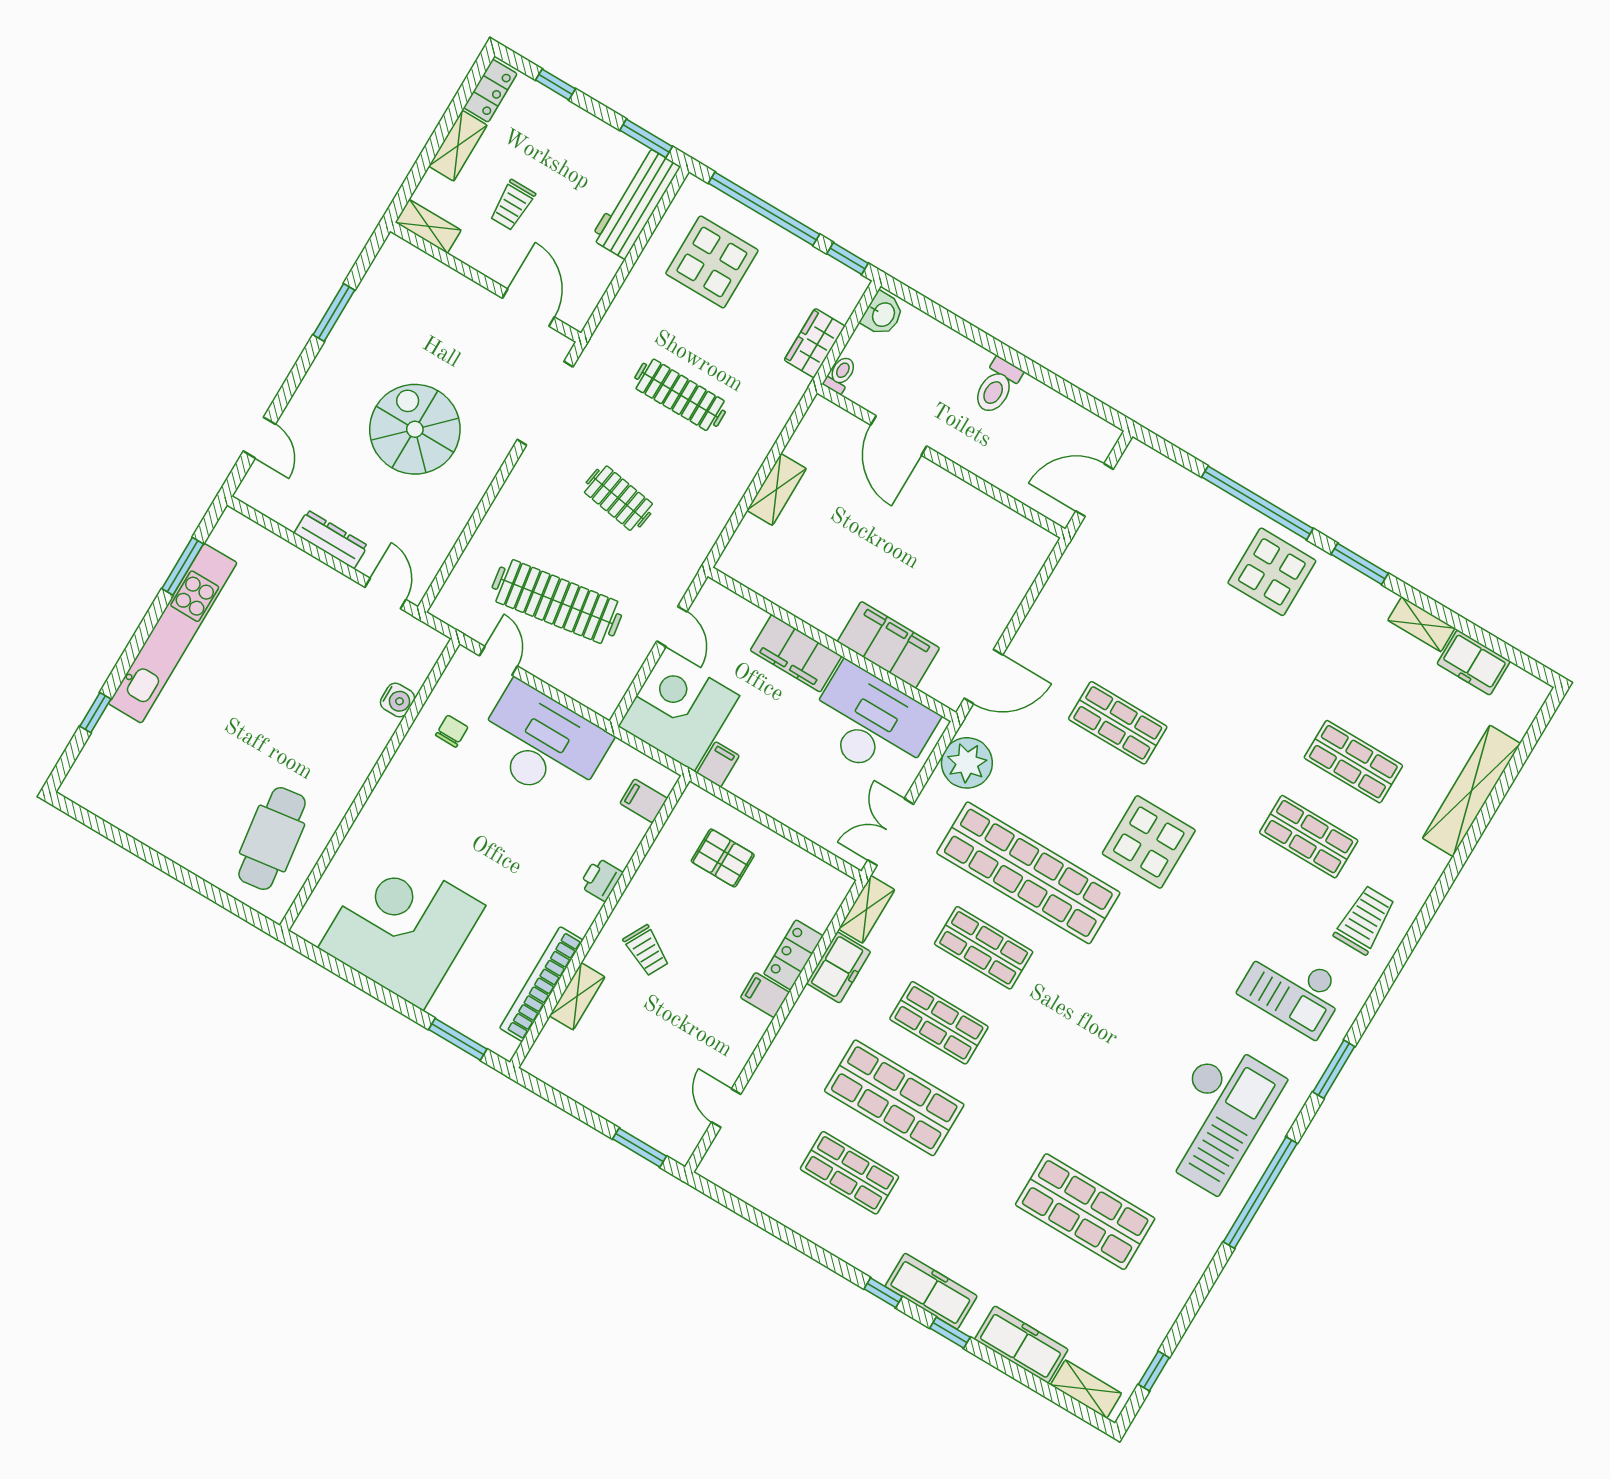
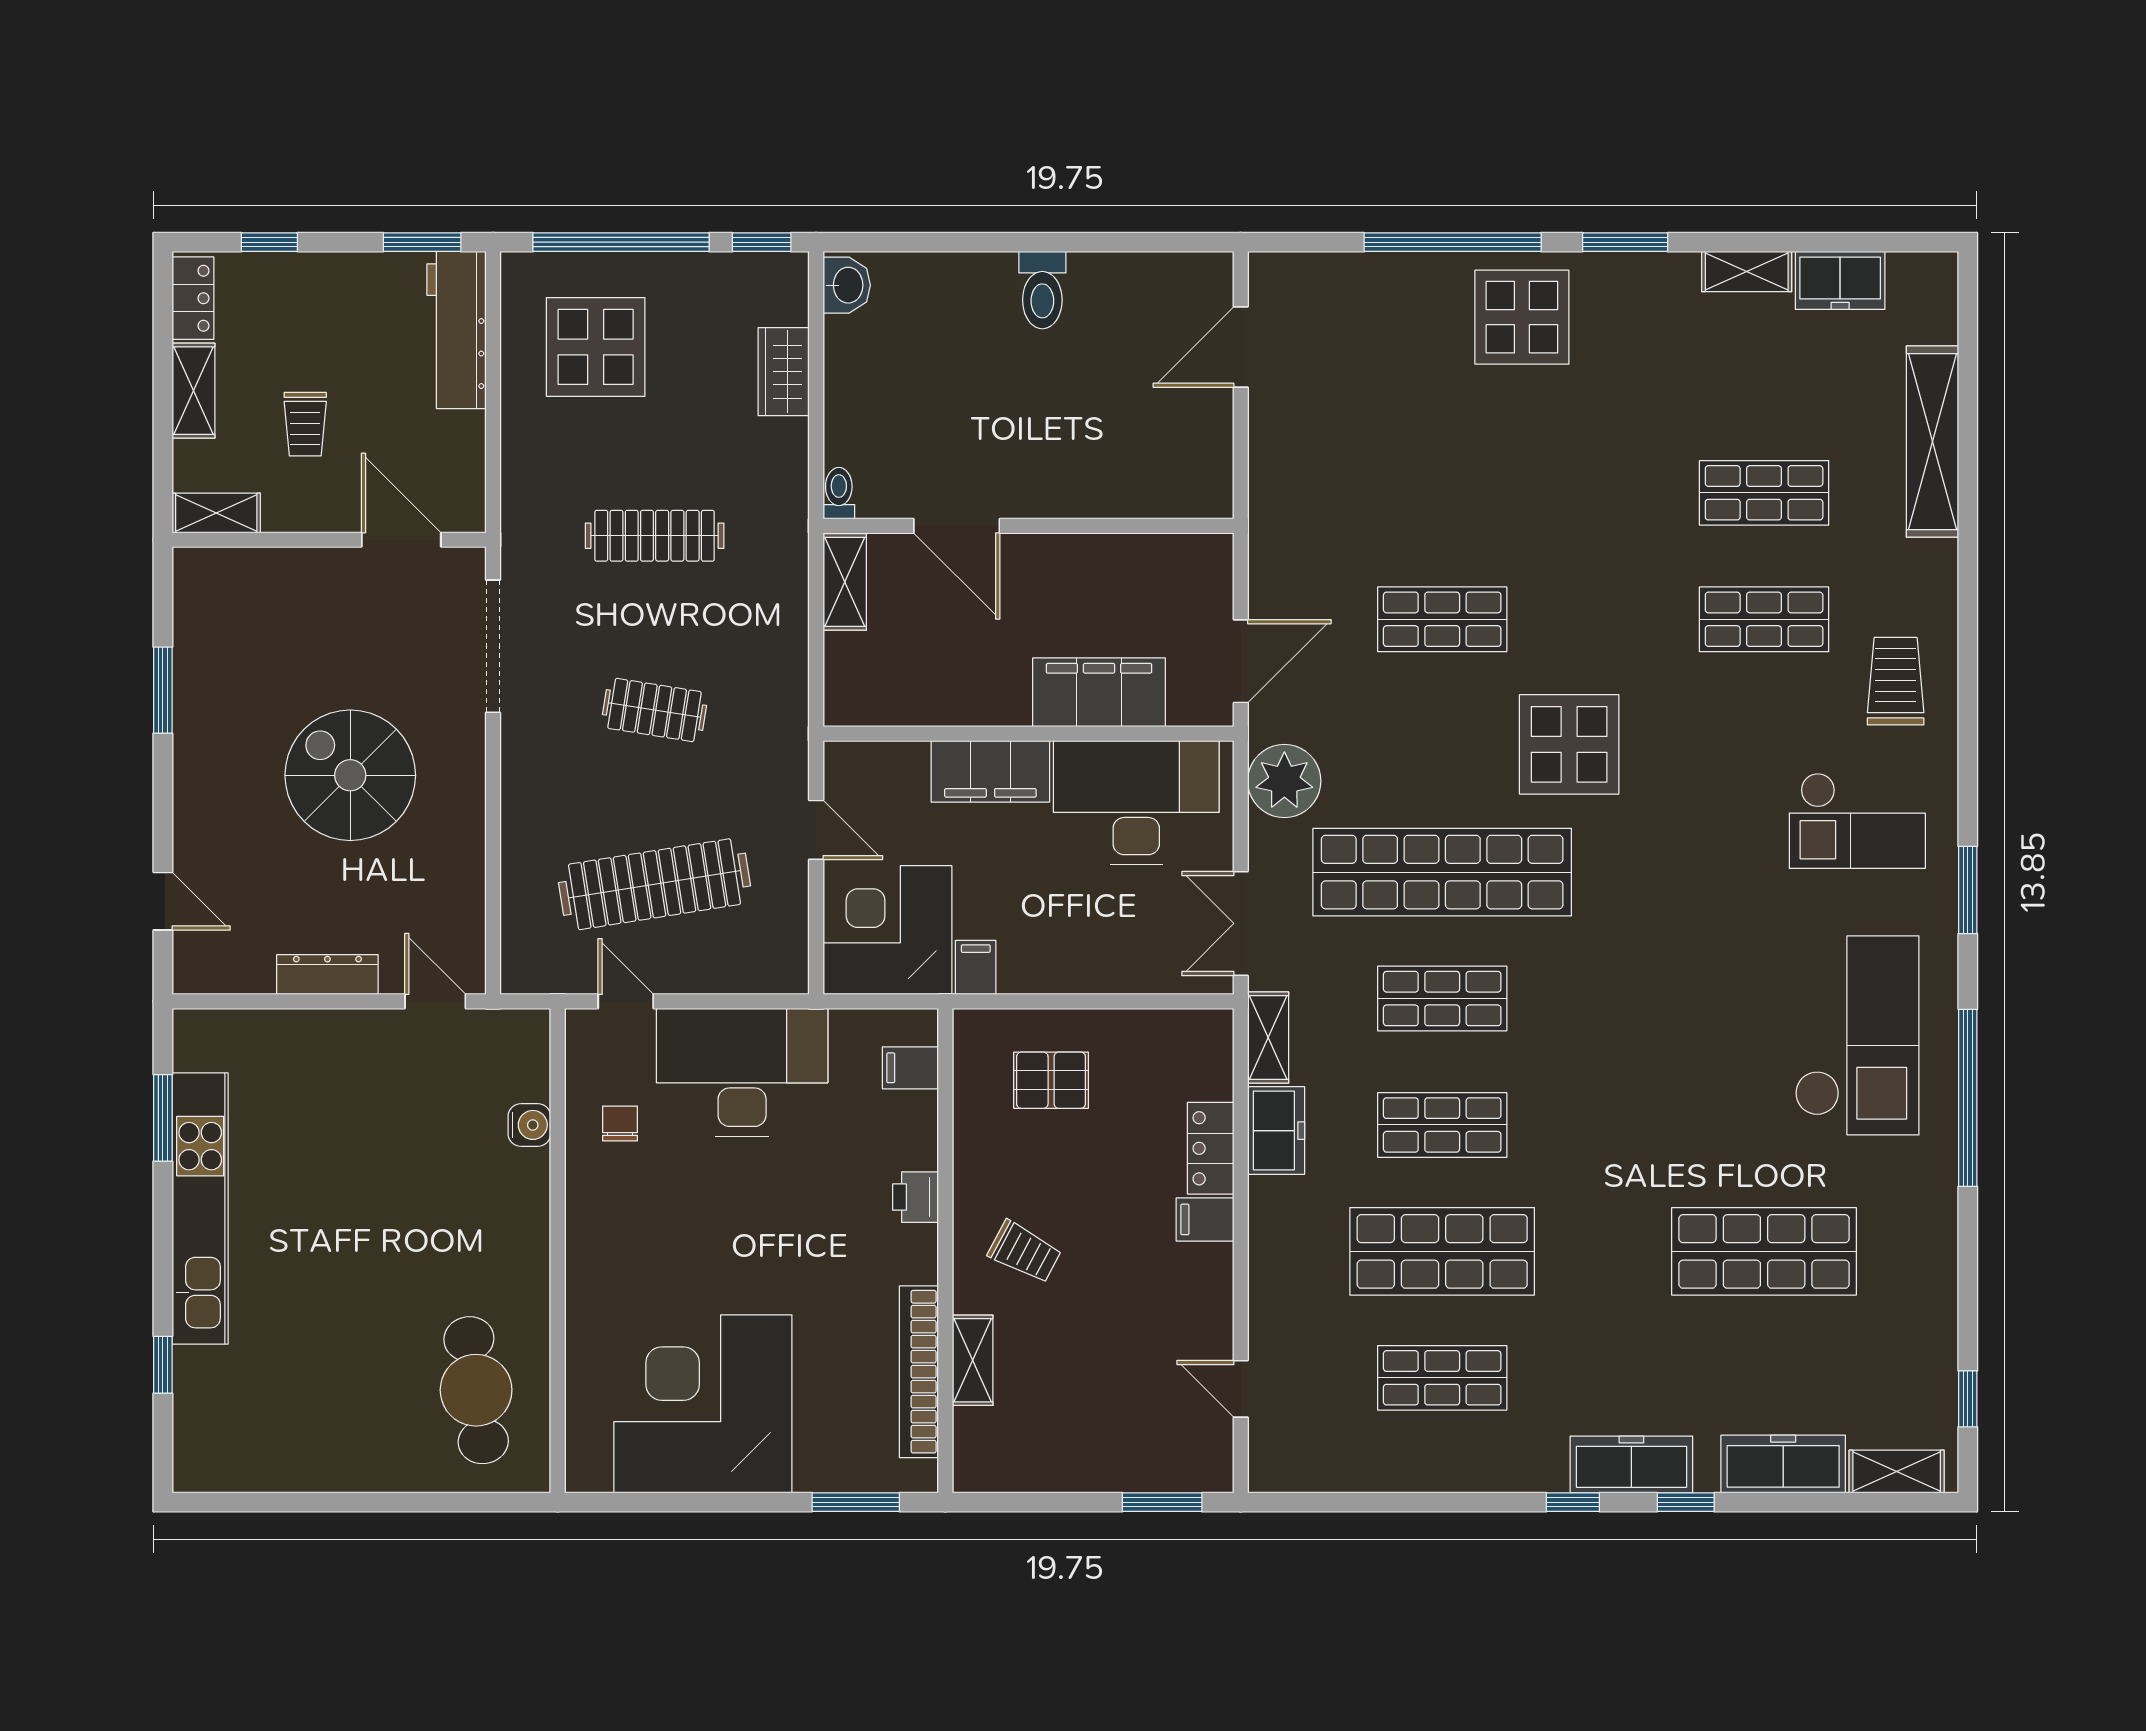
toilet: (840, 375) -> (839, 493), moved
door: (899, 436) -> (957, 526), moved
wall: (941, 461) -> (1028, 526), moved

